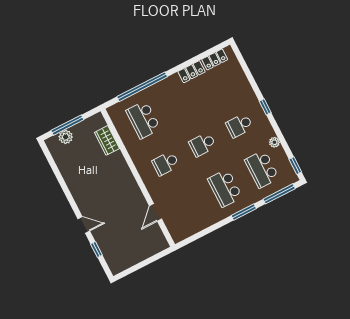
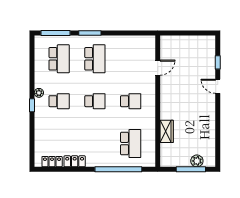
wardrobe: (107, 140) -> (167, 131), moved
plant: (274, 142) -> (39, 93), moved
window: (295, 166) -> (32, 48), removed

